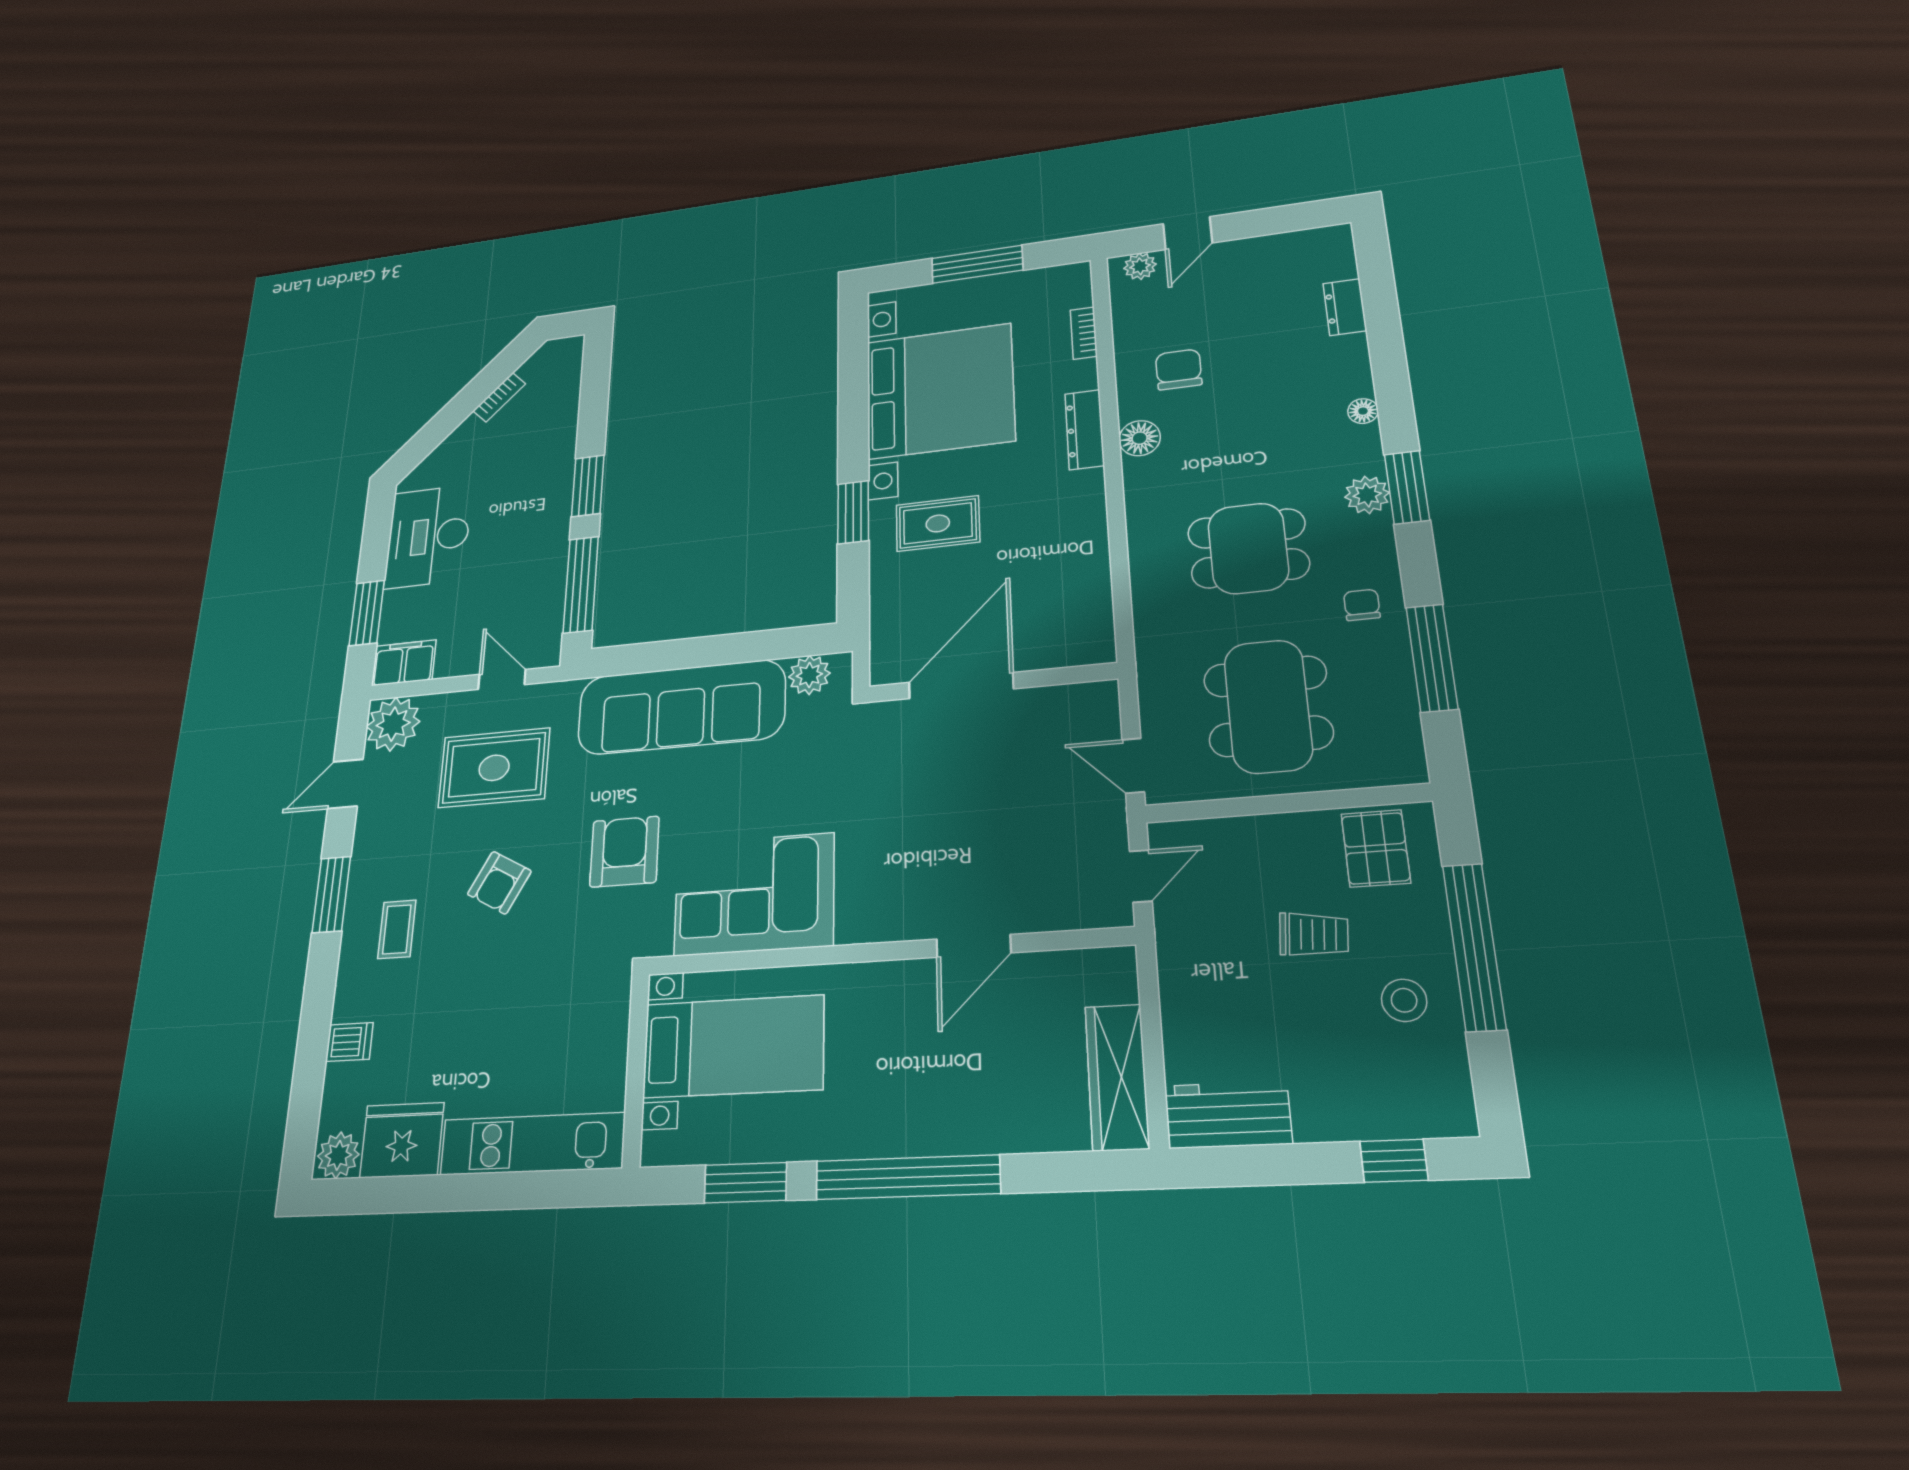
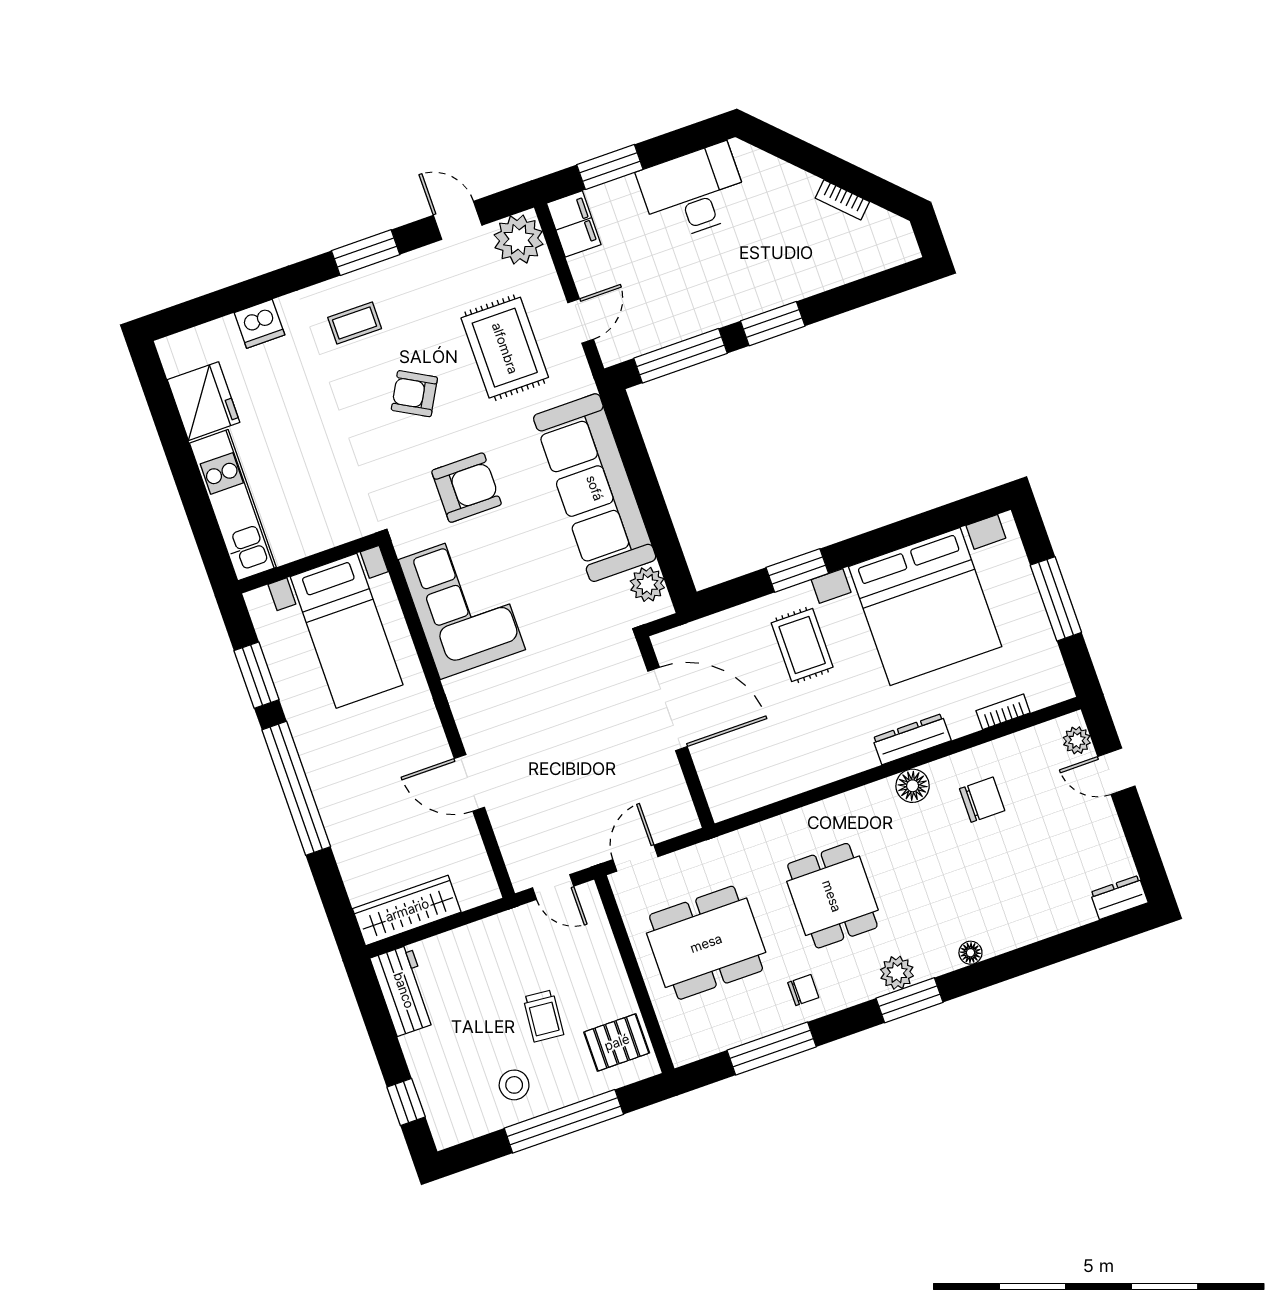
dresser: (1345, 307) -> (1119, 897), moved
dishwasher: (349, 1042) -> (259, 324), width x1.38
plant: (338, 1155) -> (177, 355), removed

